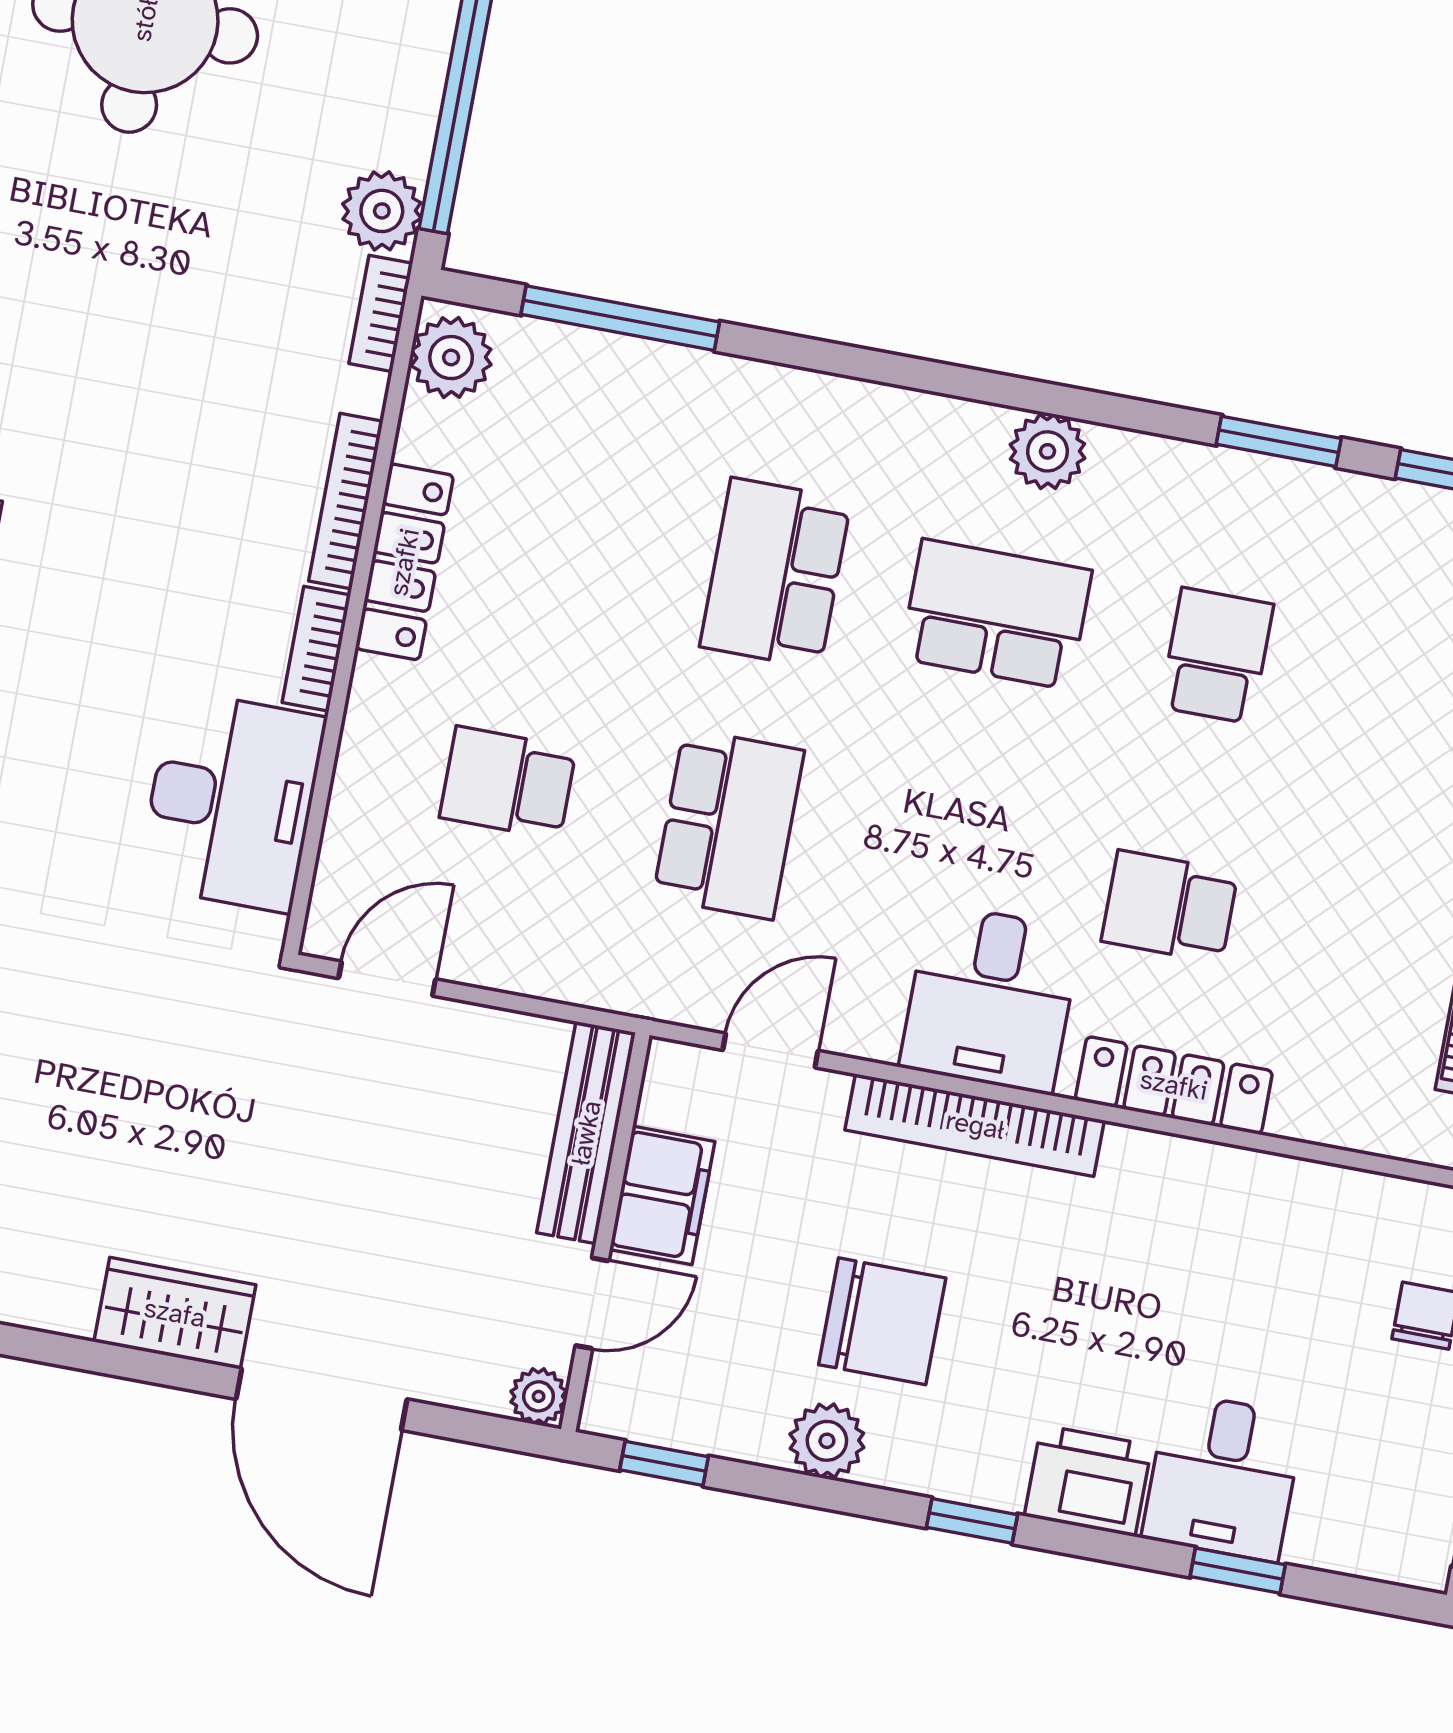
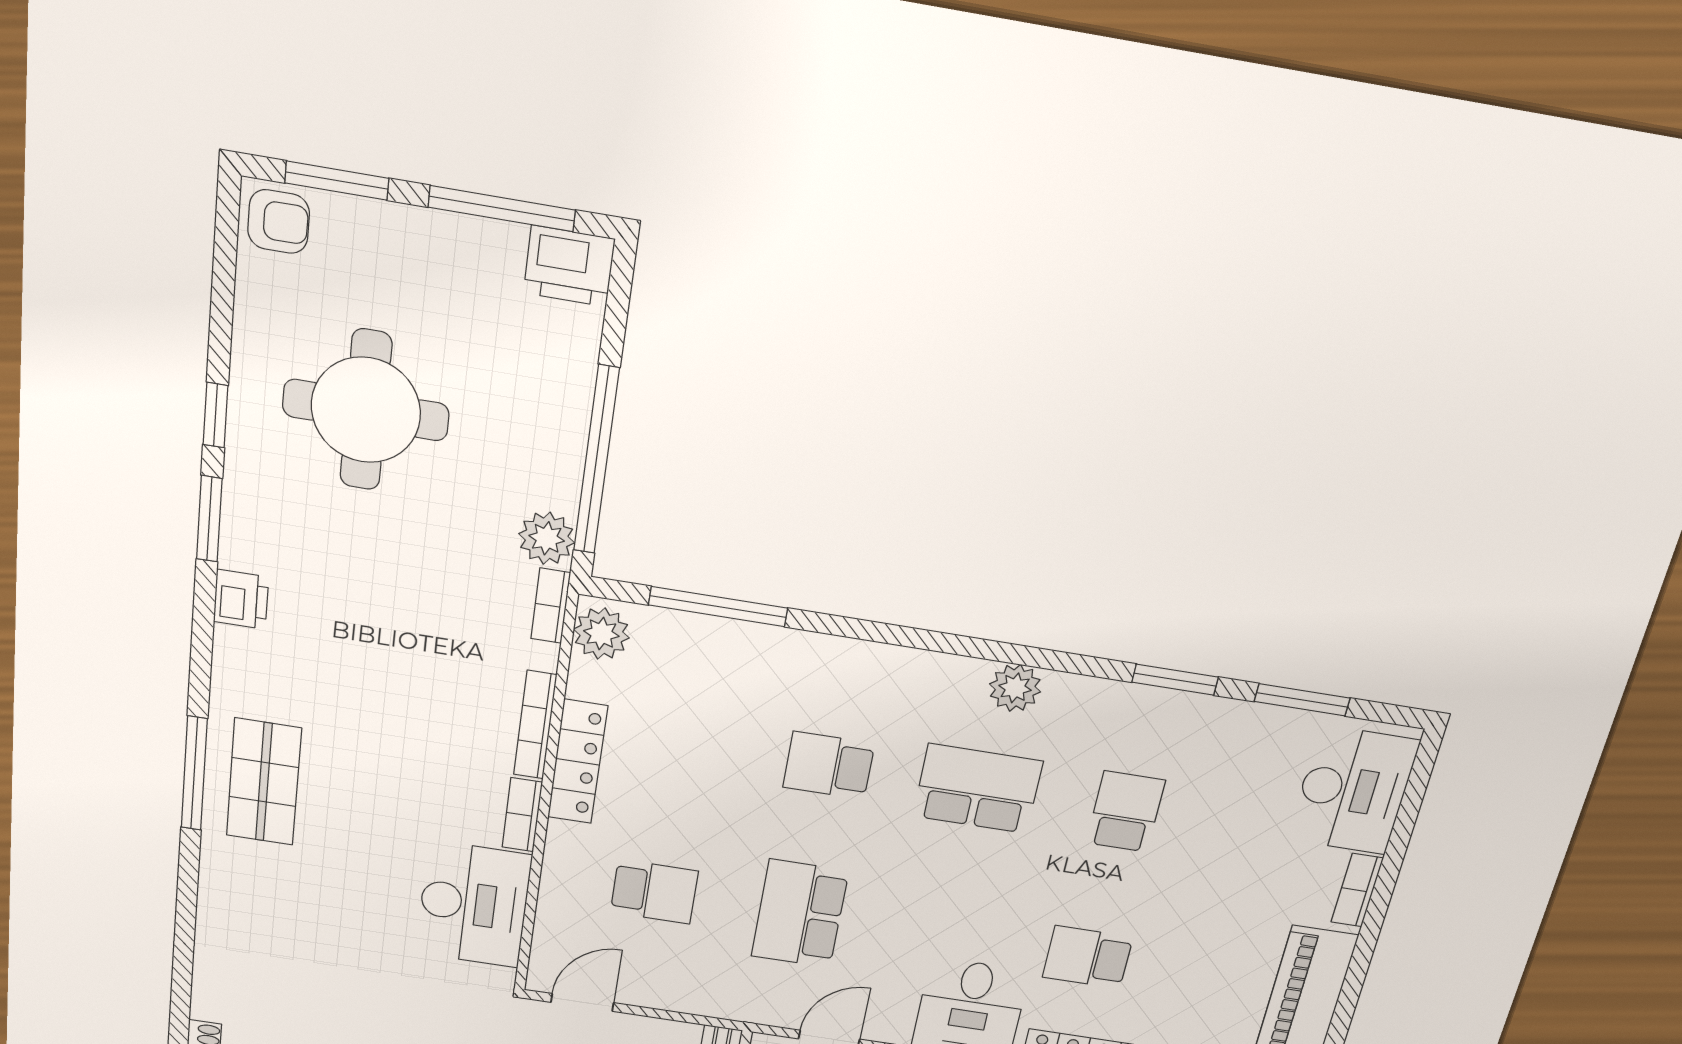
school desk: (775, 573) -> (829, 765), width x0.54
school desk: (508, 783) -> (654, 892), turned 180
school desk: (728, 824) -> (800, 914), turned 180

